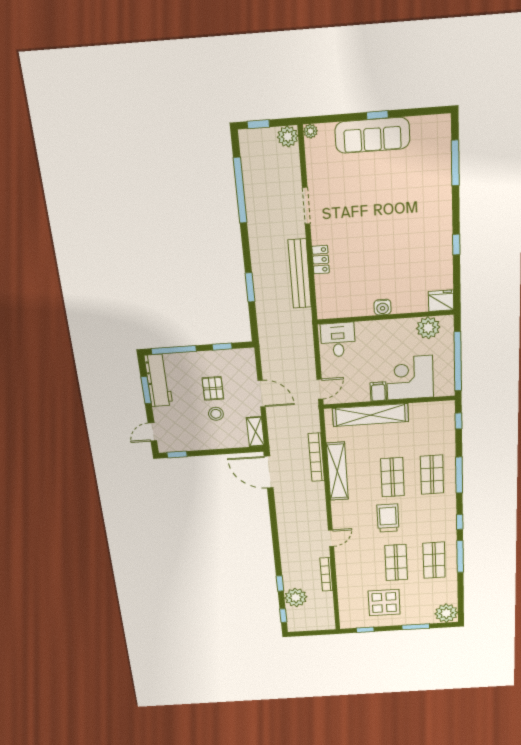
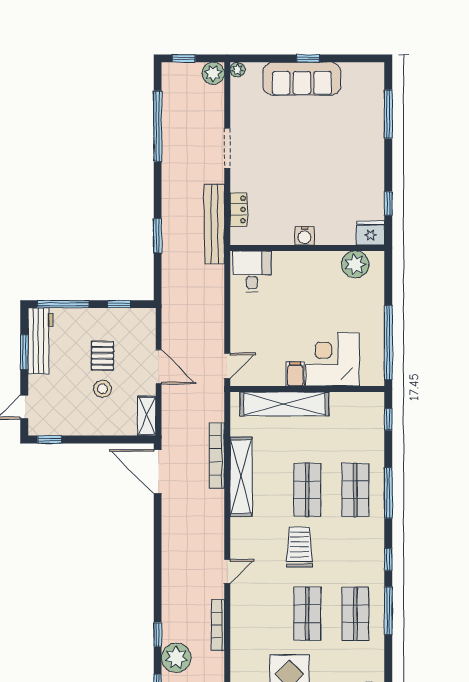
fridge: (441, 301) -> (370, 233), moved
water cooler: (383, 307) -> (304, 236), moved
wall: (385, 317) -> (307, 248), moved
plant: (428, 328) -> (355, 264), moved
desk: (338, 340) -> (252, 271), moved

